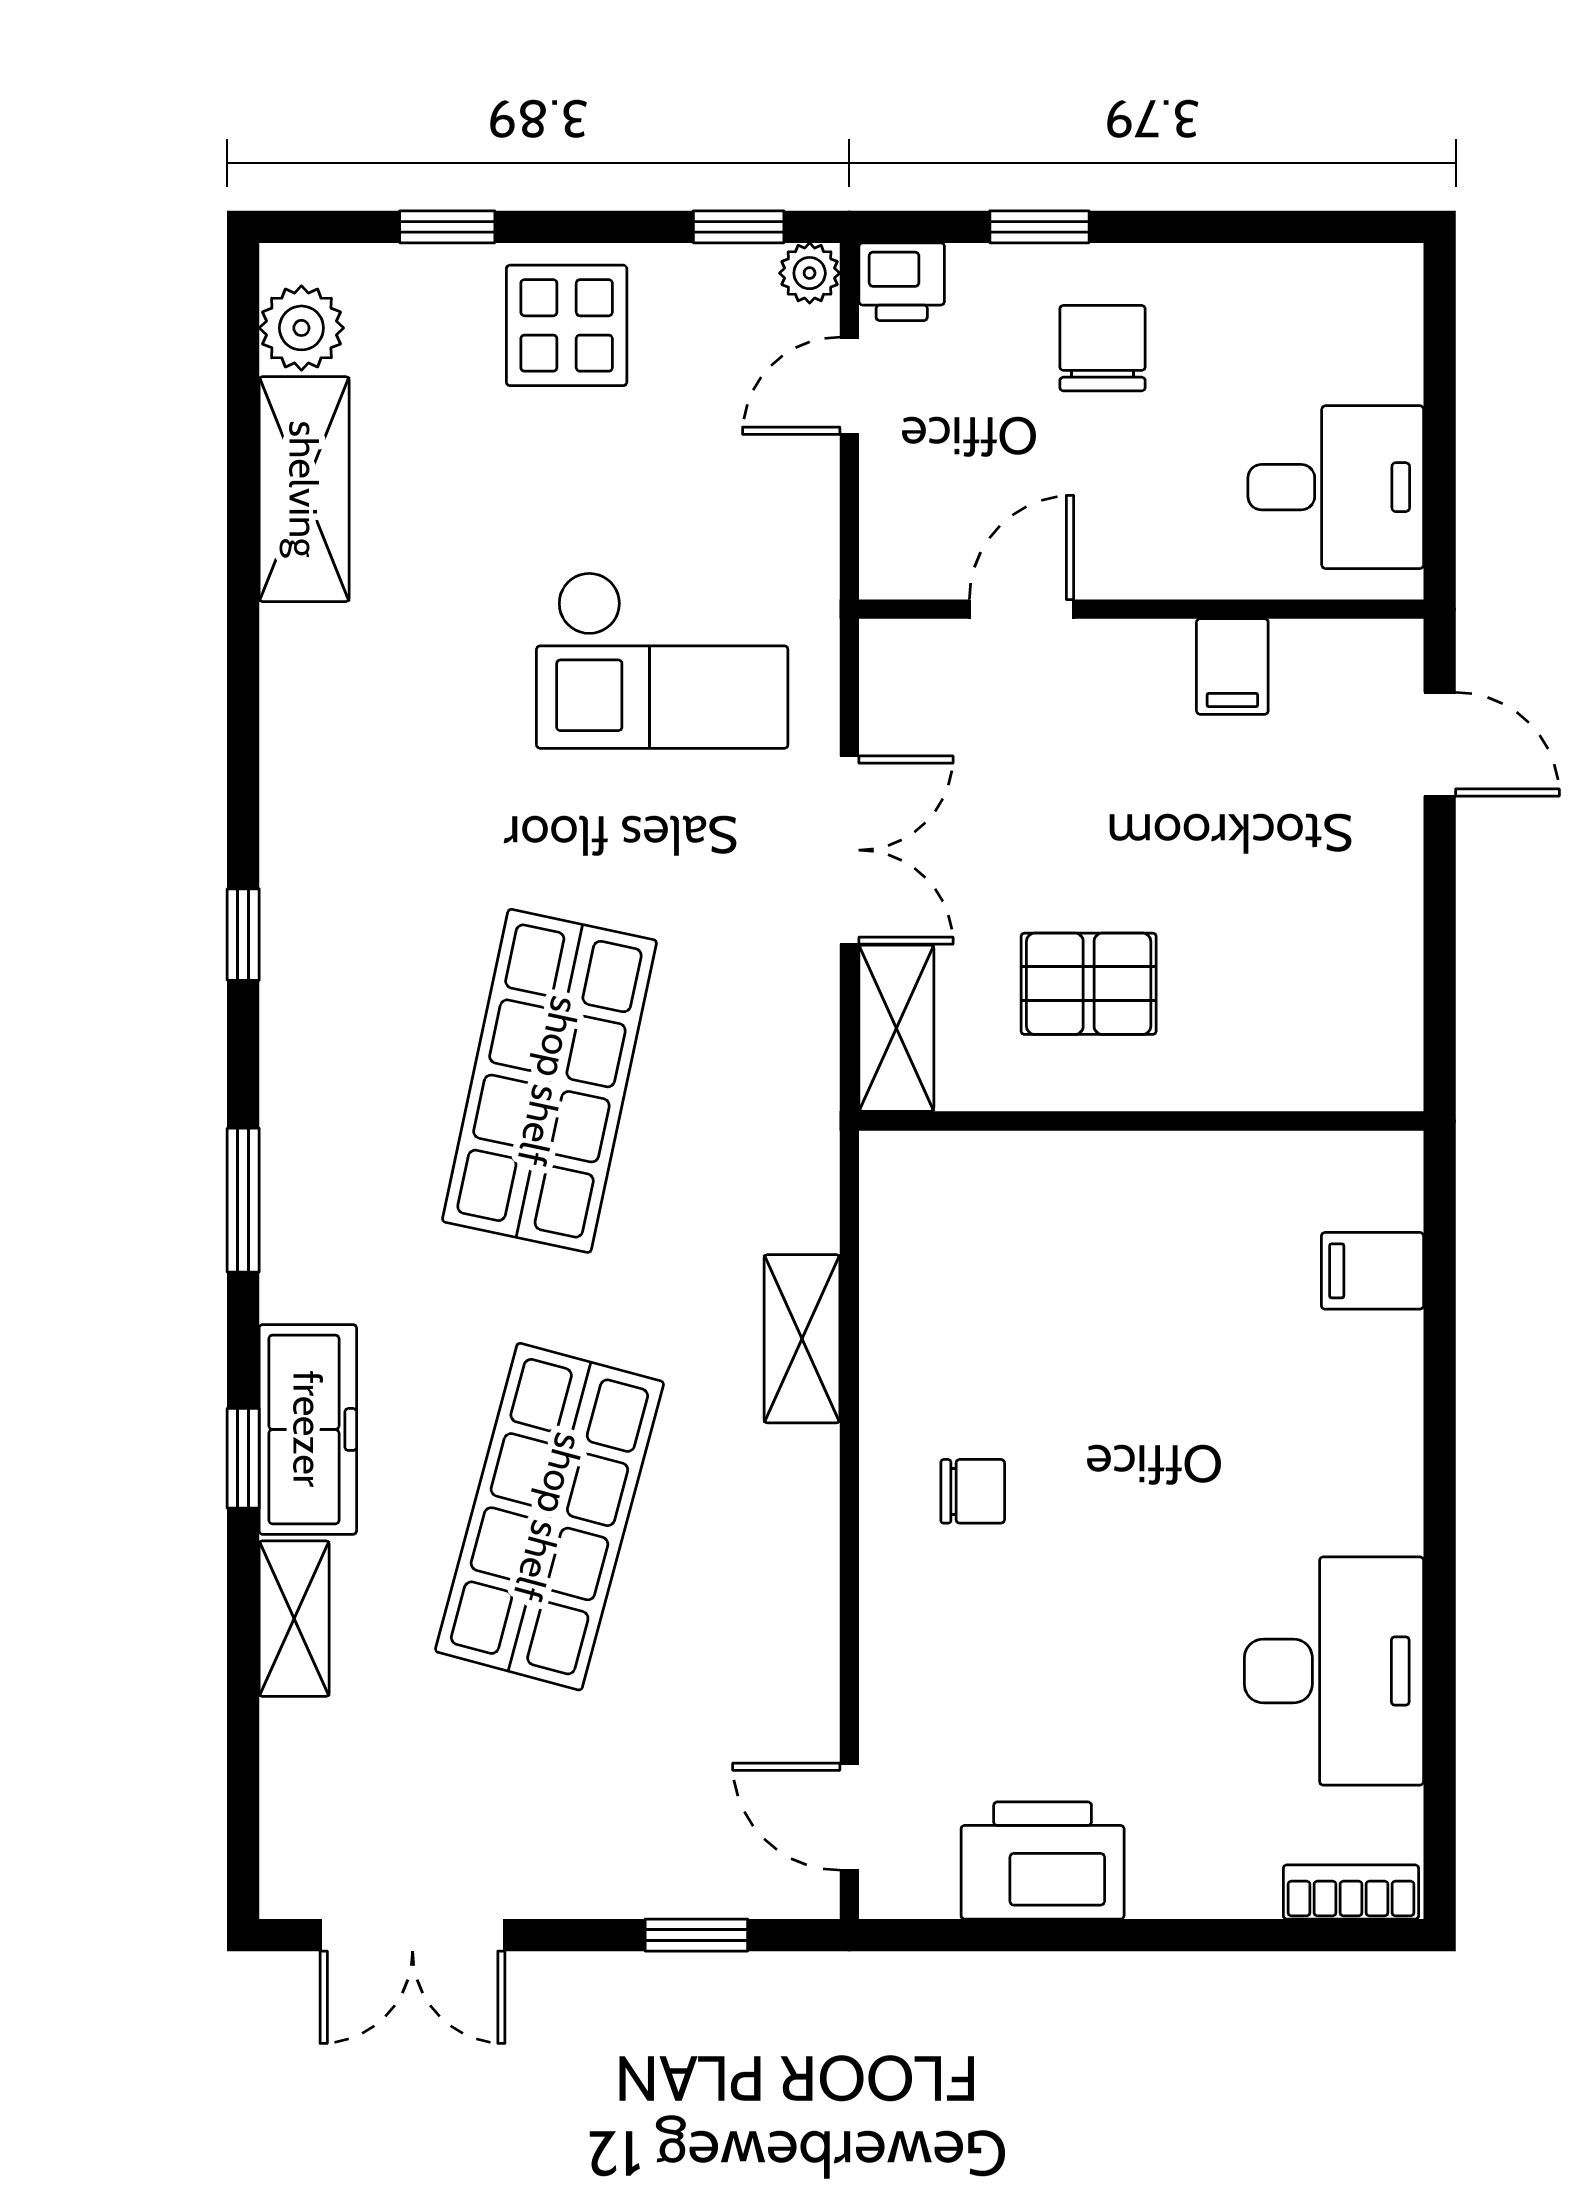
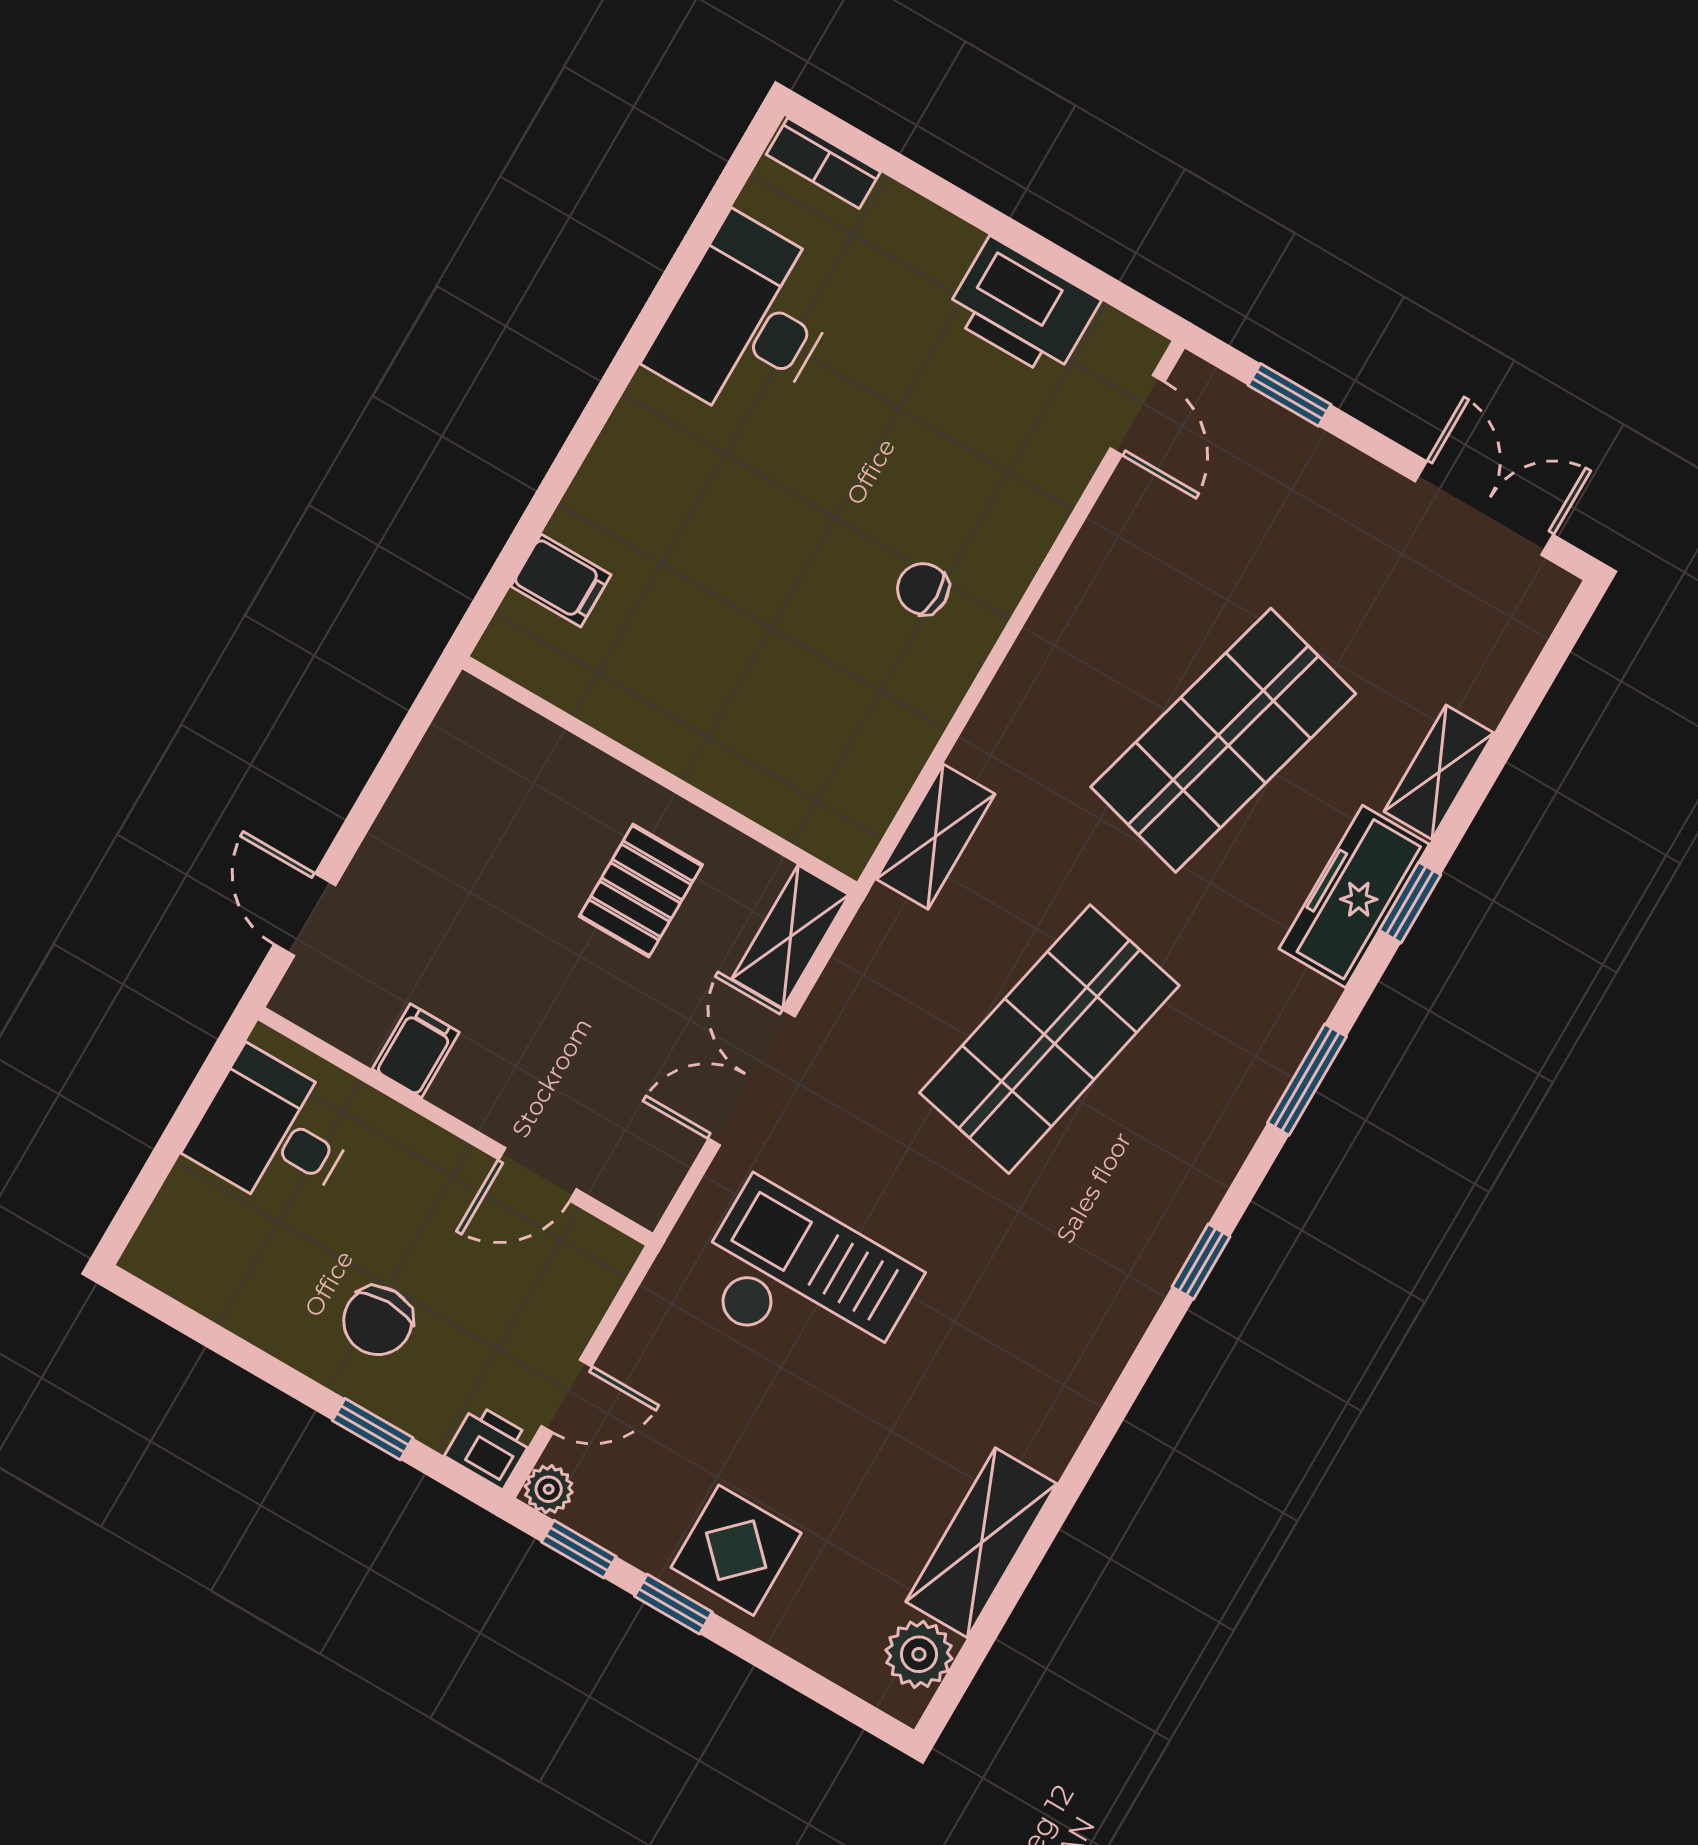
window: (447, 227) -> (673, 1604), moved
pallet: (1089, 984) -> (641, 891), turned 90
shelving: (802, 1339) -> (936, 837), moved

